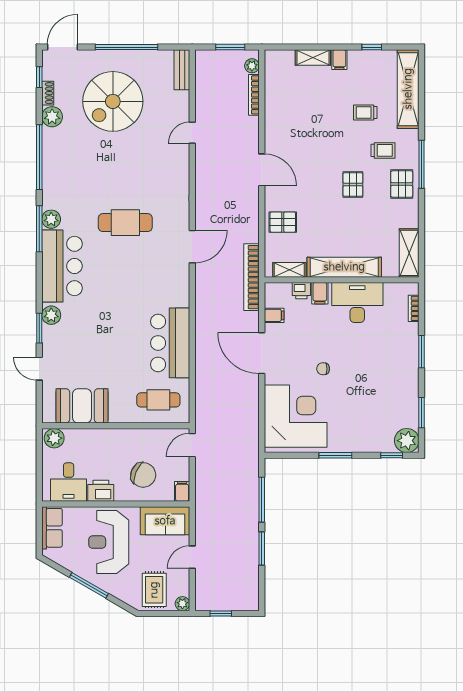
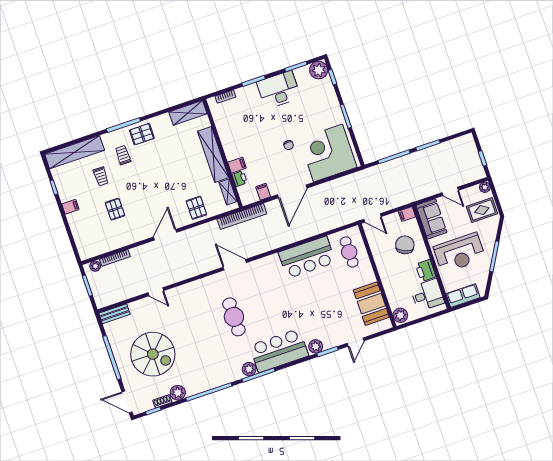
shelving: (313, 58) -> (75, 226), removed
pallet: (353, 184) -> (115, 209), moved, turned 90
desk: (357, 303) -> (279, 90), moved, turned 90

